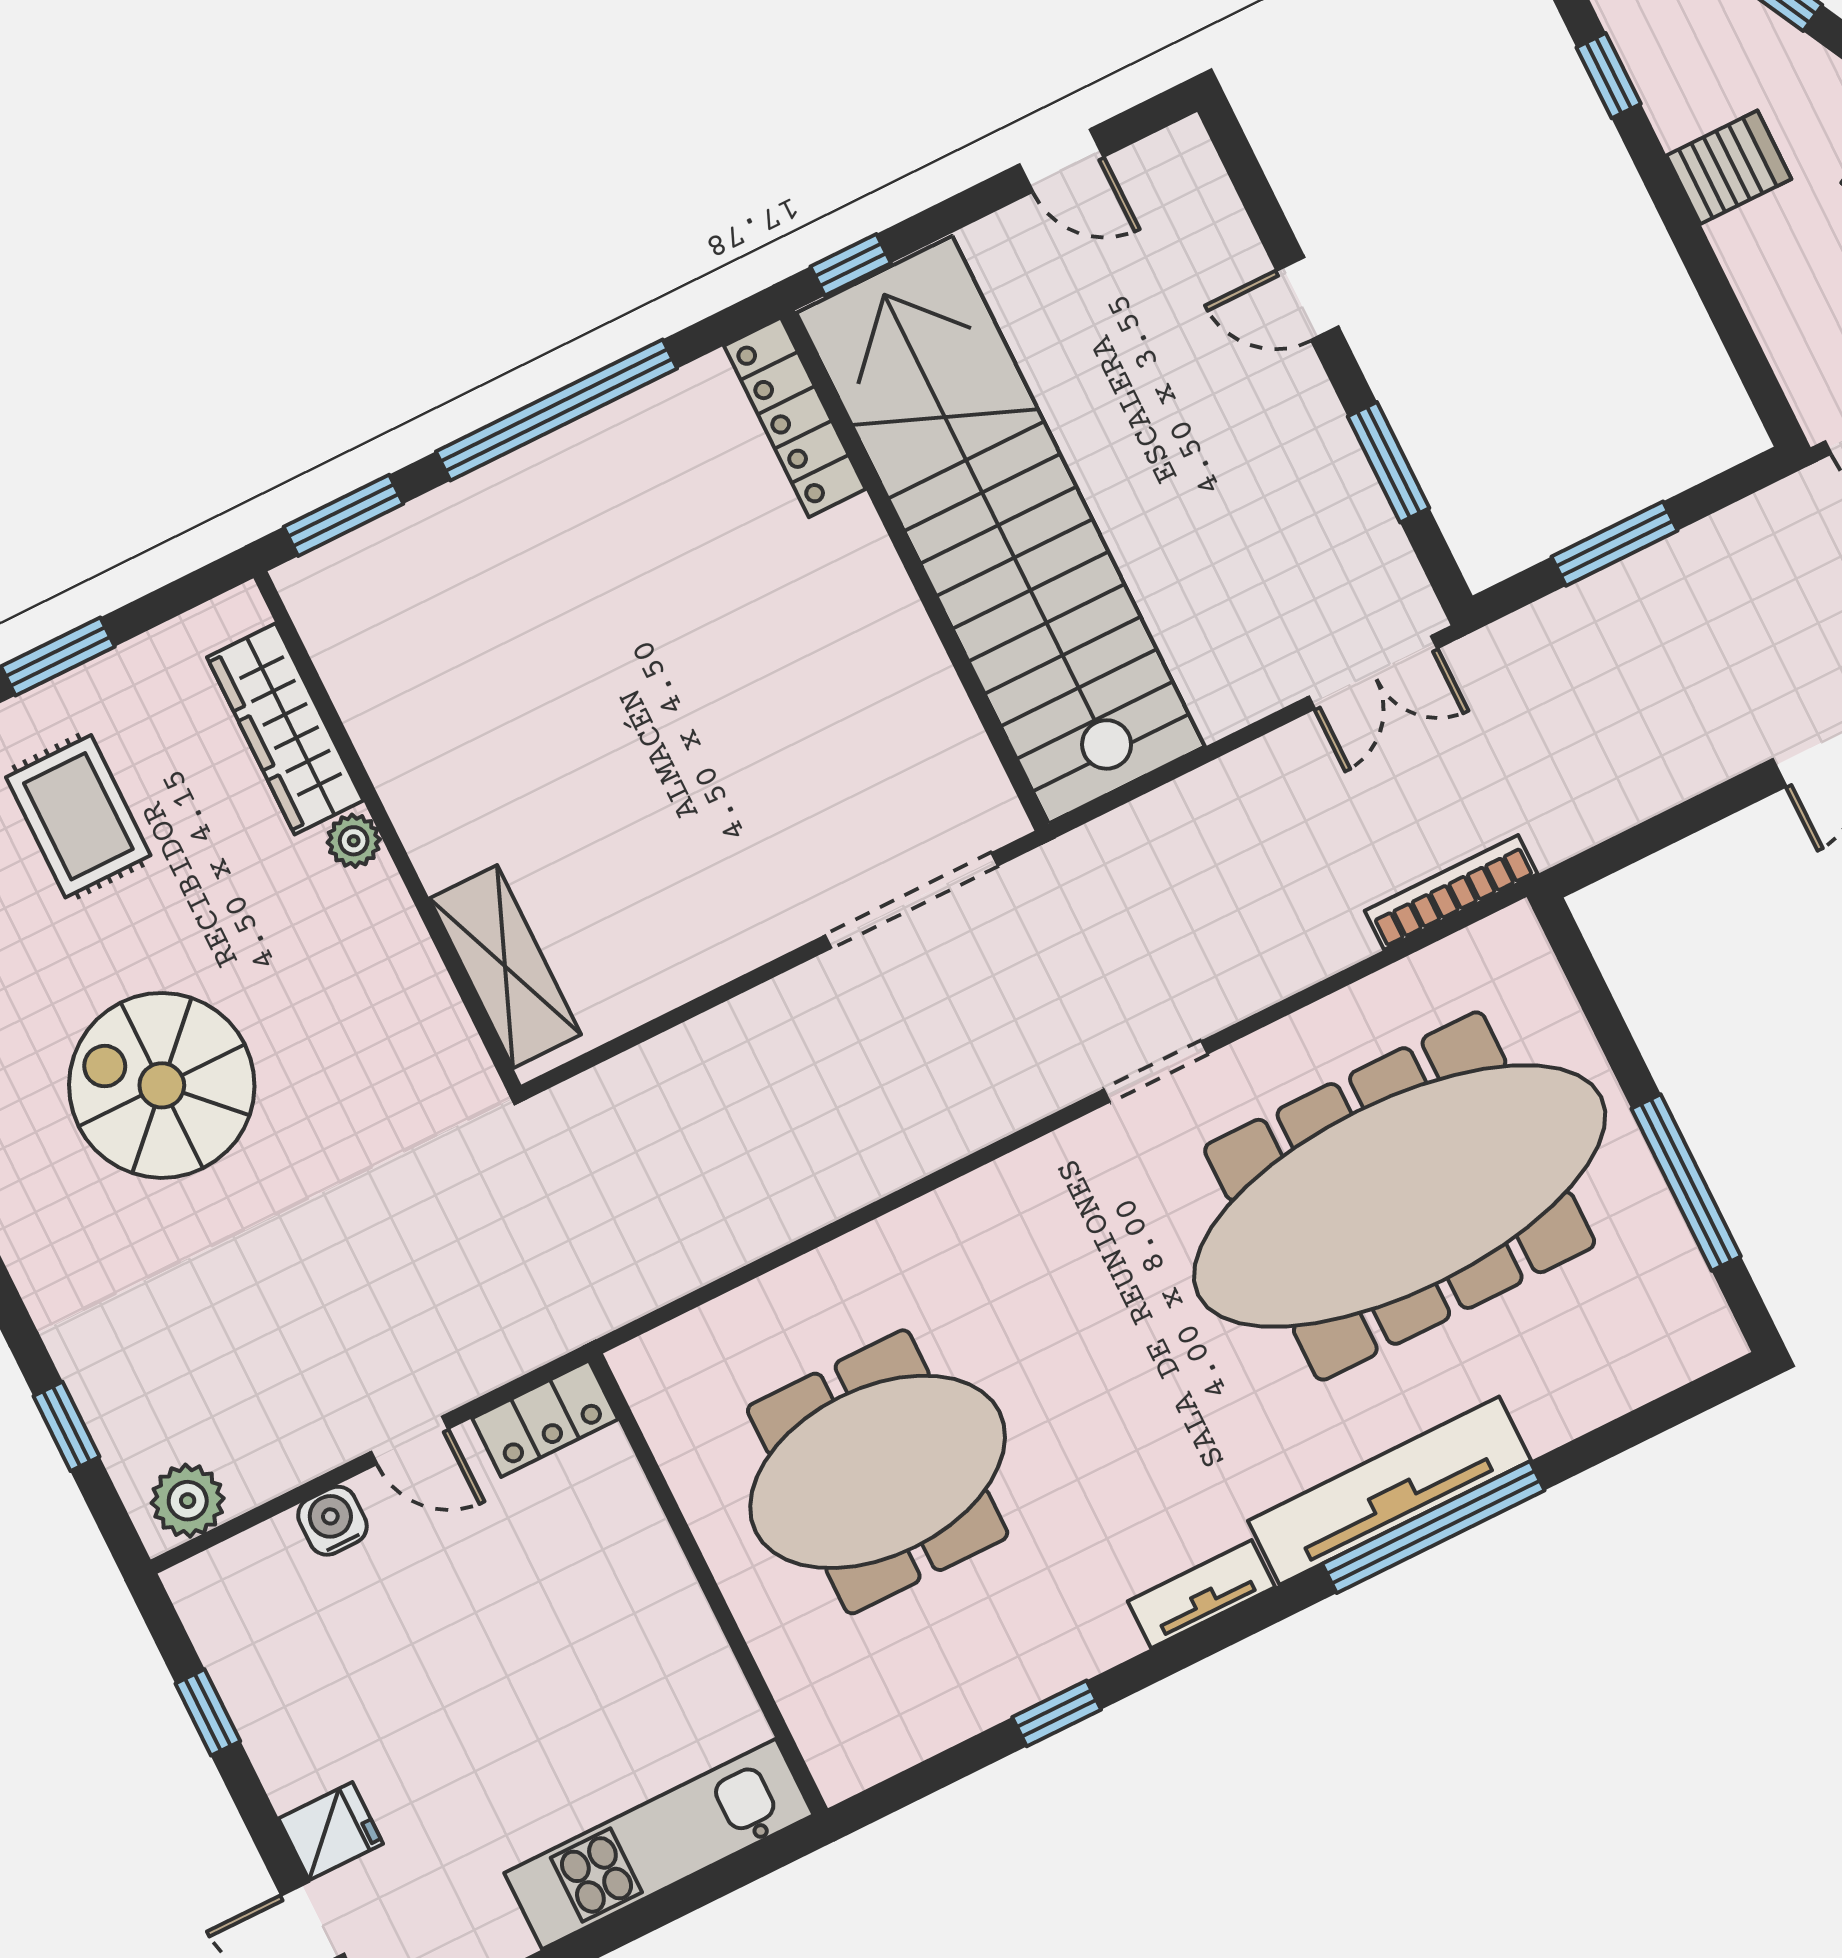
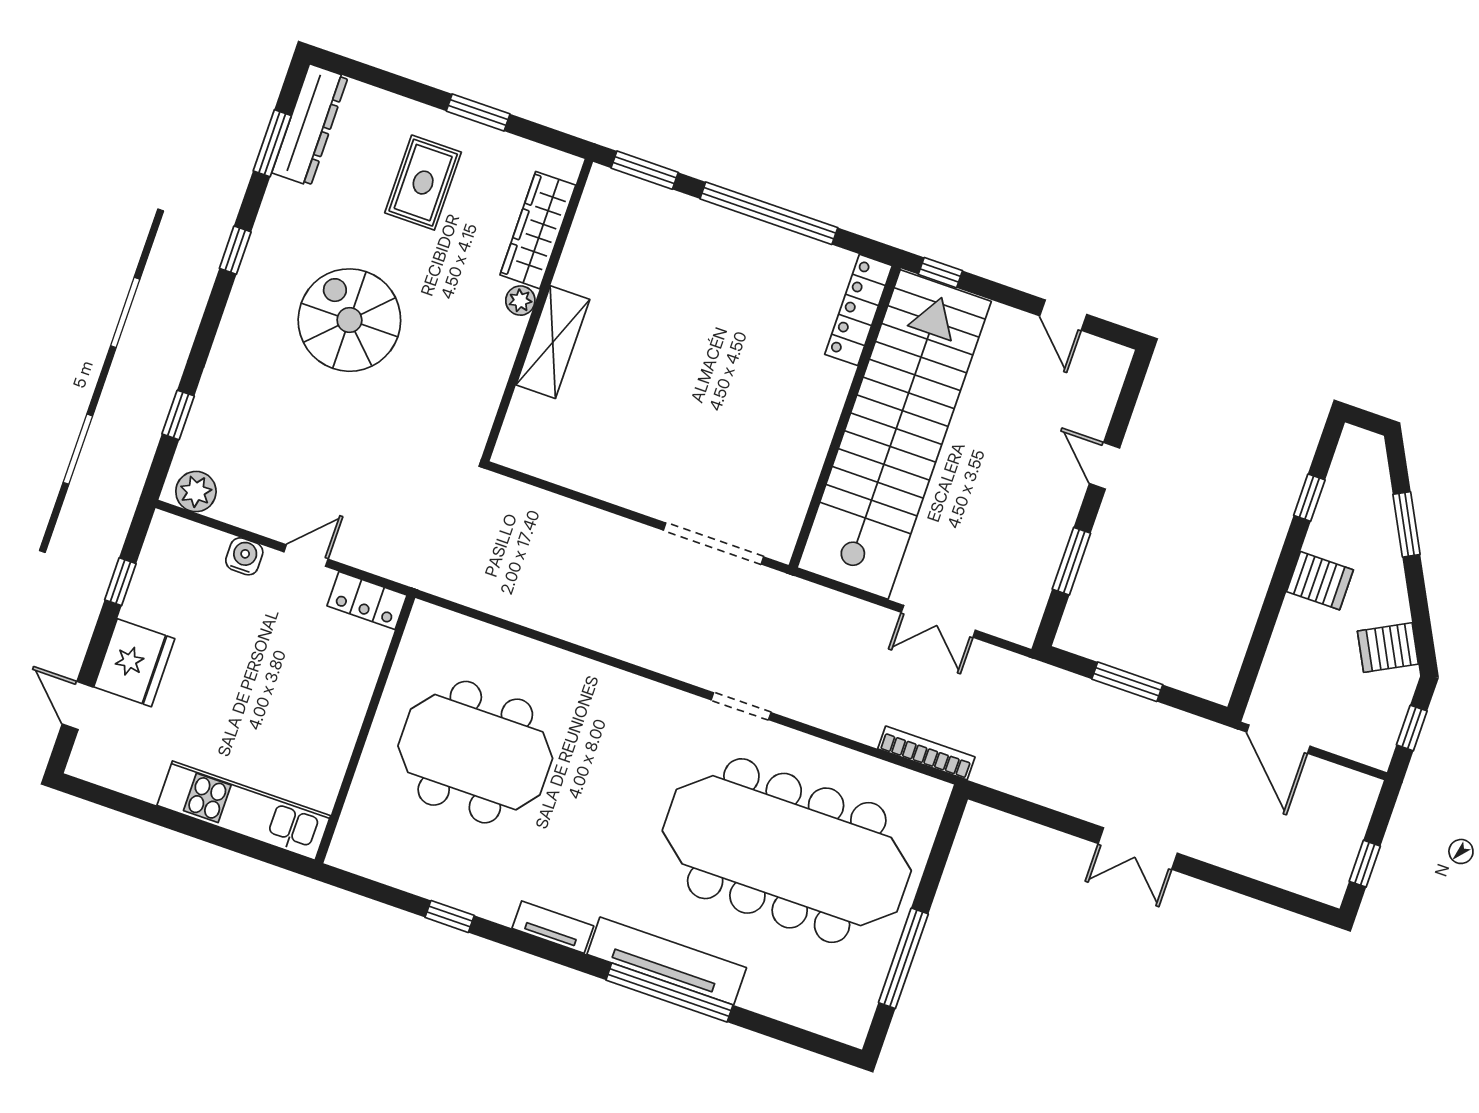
double door: (1373, 672) -> (938, 621), moved
shelving: (505, 967) -> (553, 342), moved
door: (410, 1440) -> (306, 555), swing flipped
fridge: (331, 1831) -> (134, 663), width x1.88, depth x1.34

